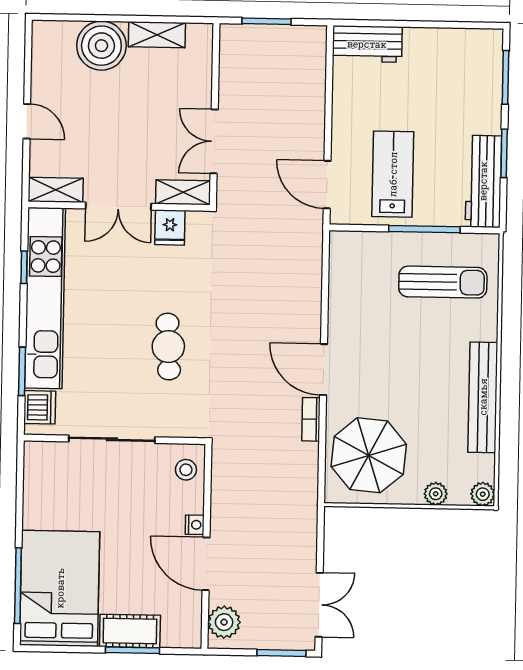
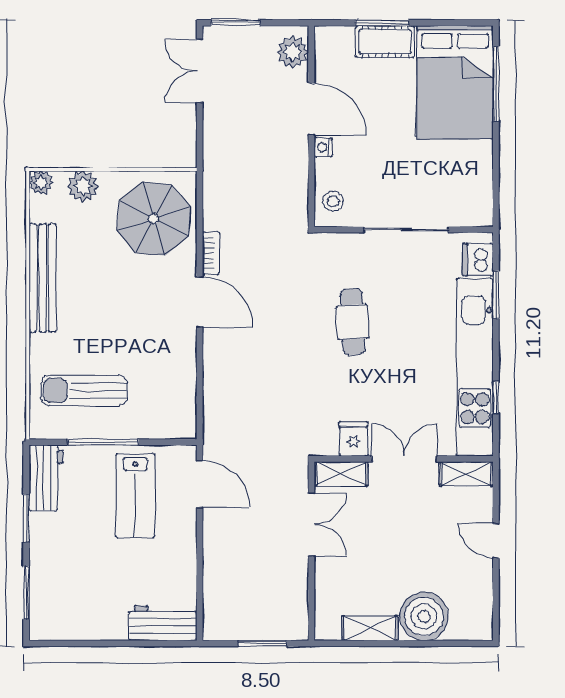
workbench: (483, 181) -> (46, 478), width x0.73
plant: (436, 494) -> (83, 187), width x1.38, depth x1.38

